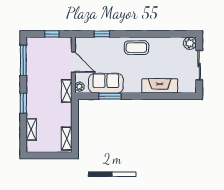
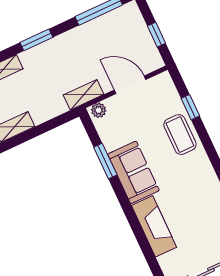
coffee table: (136, 48) -> (180, 135), moved
door: (73, 62) -> (130, 85), swing flipped
sofa: (106, 83) -> (133, 172), moved

